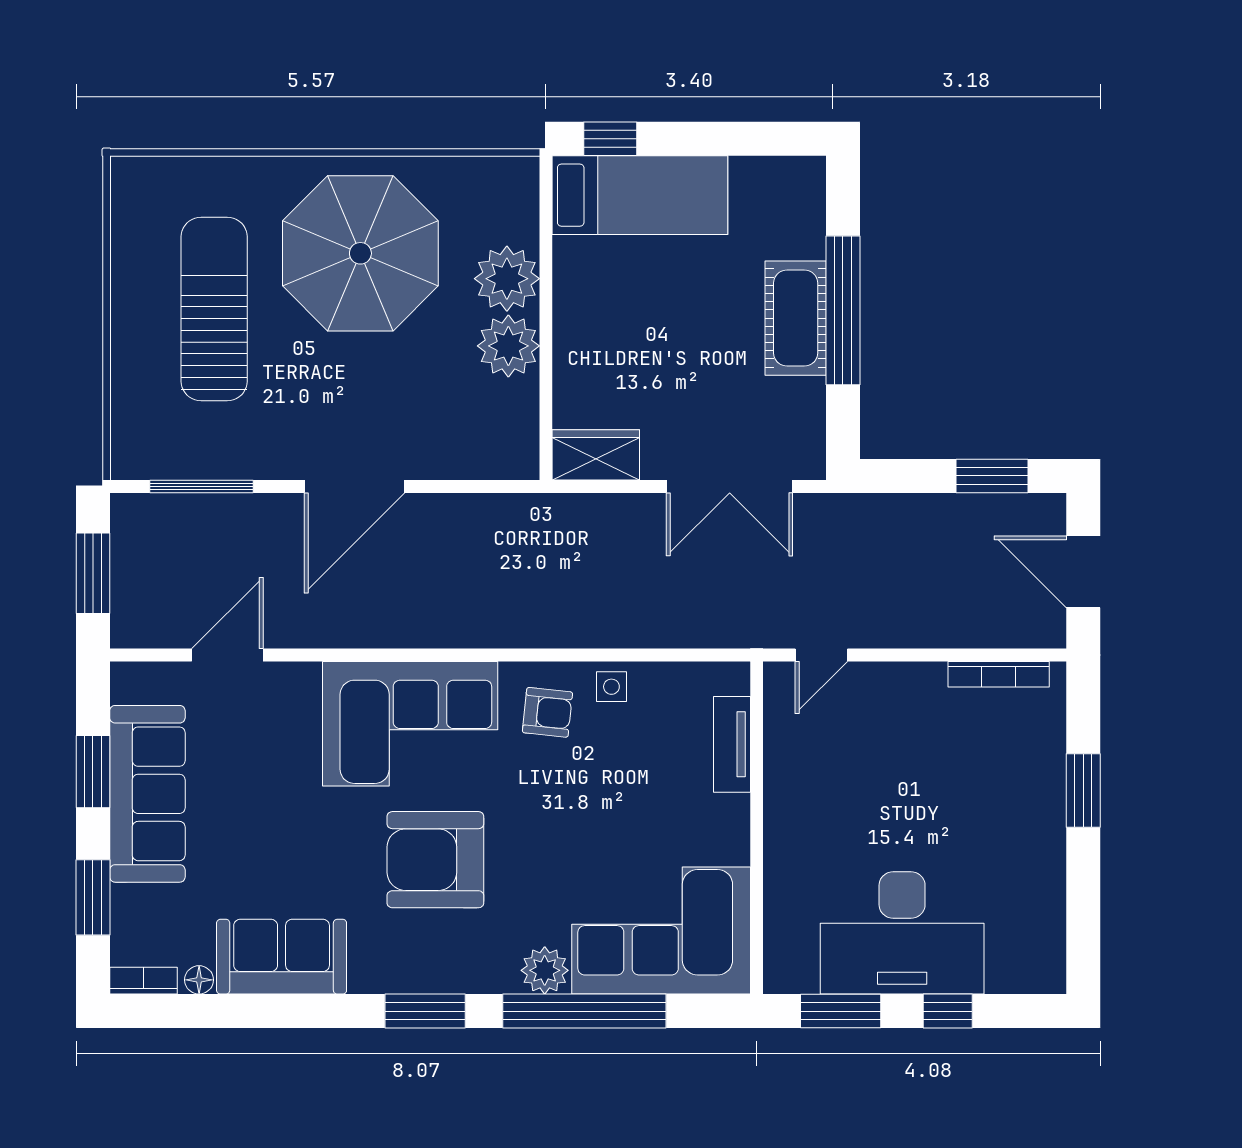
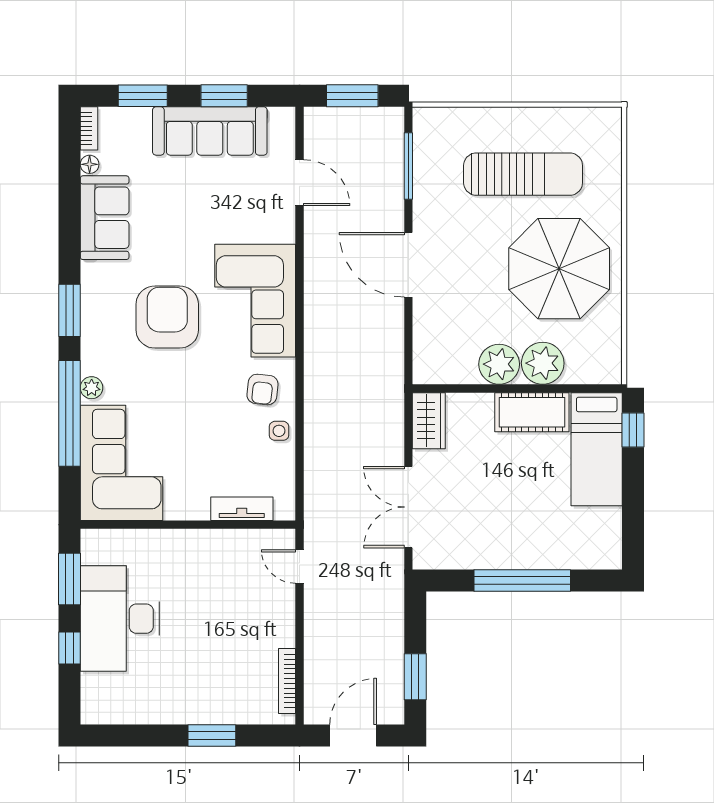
cot: (796, 318) -> (532, 412), moved
plant: (545, 970) -> (92, 388), width x0.73, depth x0.73

